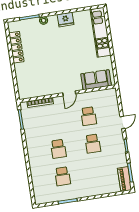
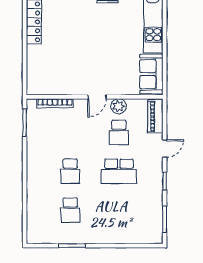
sofa: (96, 80) -> (151, 74), moved, turned -90
plant: (85, 98) -> (119, 106), added
school desk: (93, 144) -> (119, 171), width x1.85
piano: (124, 179) -> (155, 117), moved

